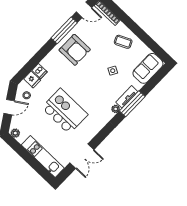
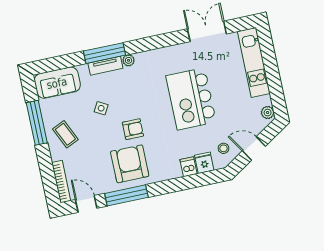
window: (144, 37) -> (37, 123), added
armchair: (86, 71) -> (133, 129), added

